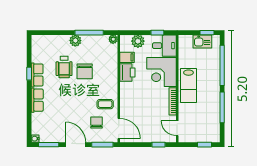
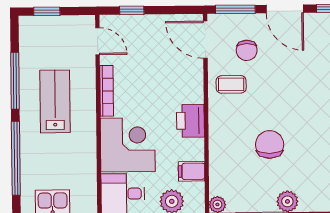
wheelchair: (64, 67) -> (308, 152), removed
printer: (127, 72) -> (190, 121), moved
lab bench: (188, 86) -> (55, 101), moved

